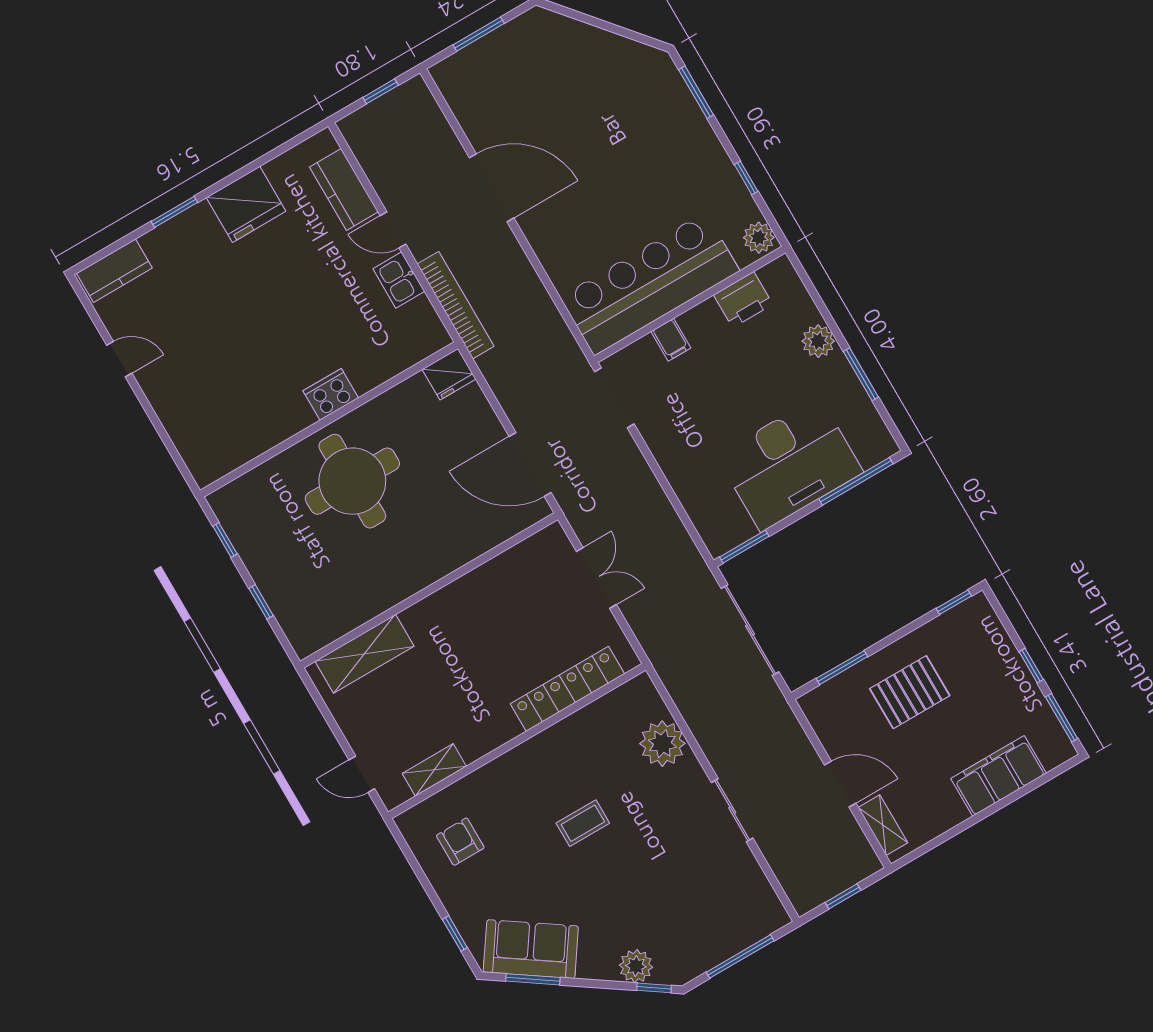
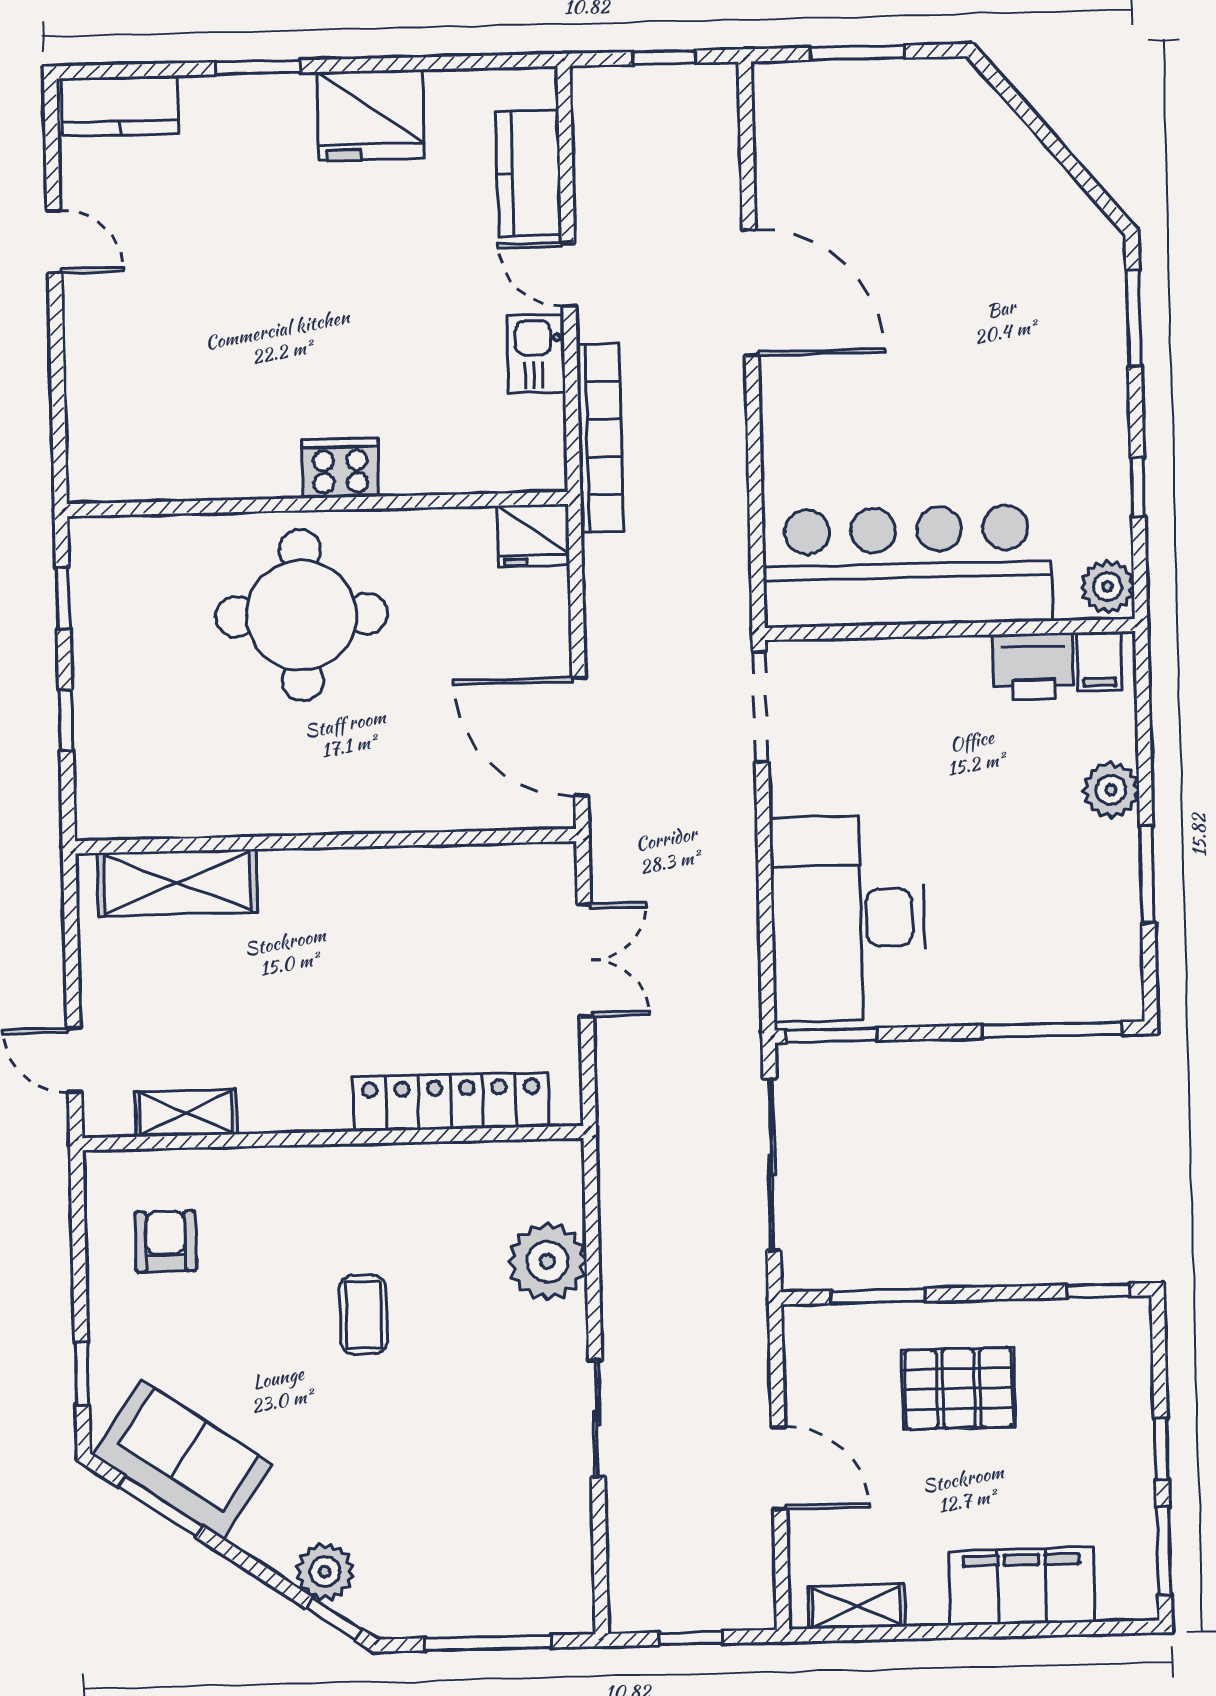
filing cabinet: (671, 340) -> (1099, 662), moved
desk: (790, 464) -> (848, 918), moved, turned 90
coffee table: (583, 823) -> (363, 1315), turned 90
shelving: (883, 825) -> (856, 1606), moved, turned 90

